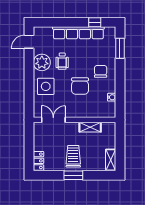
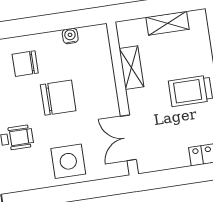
plant: (42, 62) -> (25, 175), removed
shelving: (111, 160) -> (168, 23), moved

